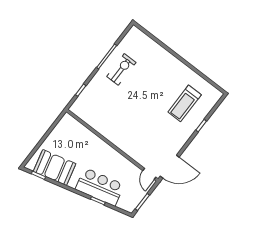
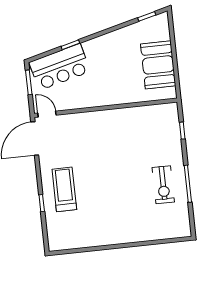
treadmill: (185, 103) -> (64, 189), moved
booth: (55, 168) -> (158, 65), moved, turned -76
bar counter: (100, 187) -> (60, 67), moved

